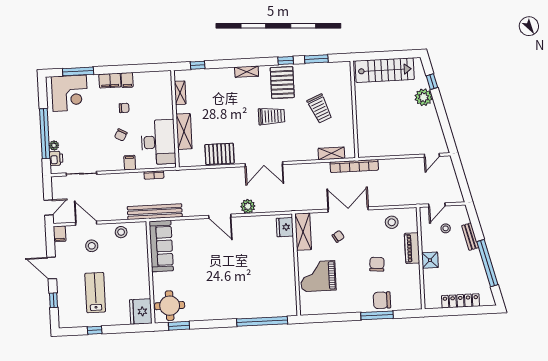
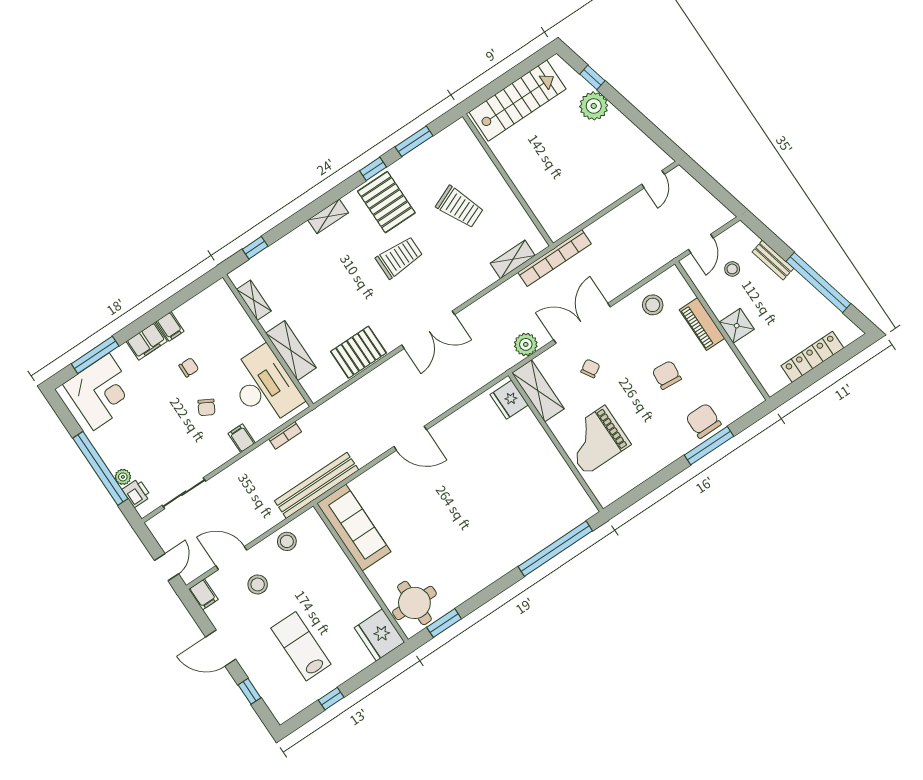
plant: (248, 206) -> (526, 344), moved
chair: (382, 300) -> (703, 421), turned 90

